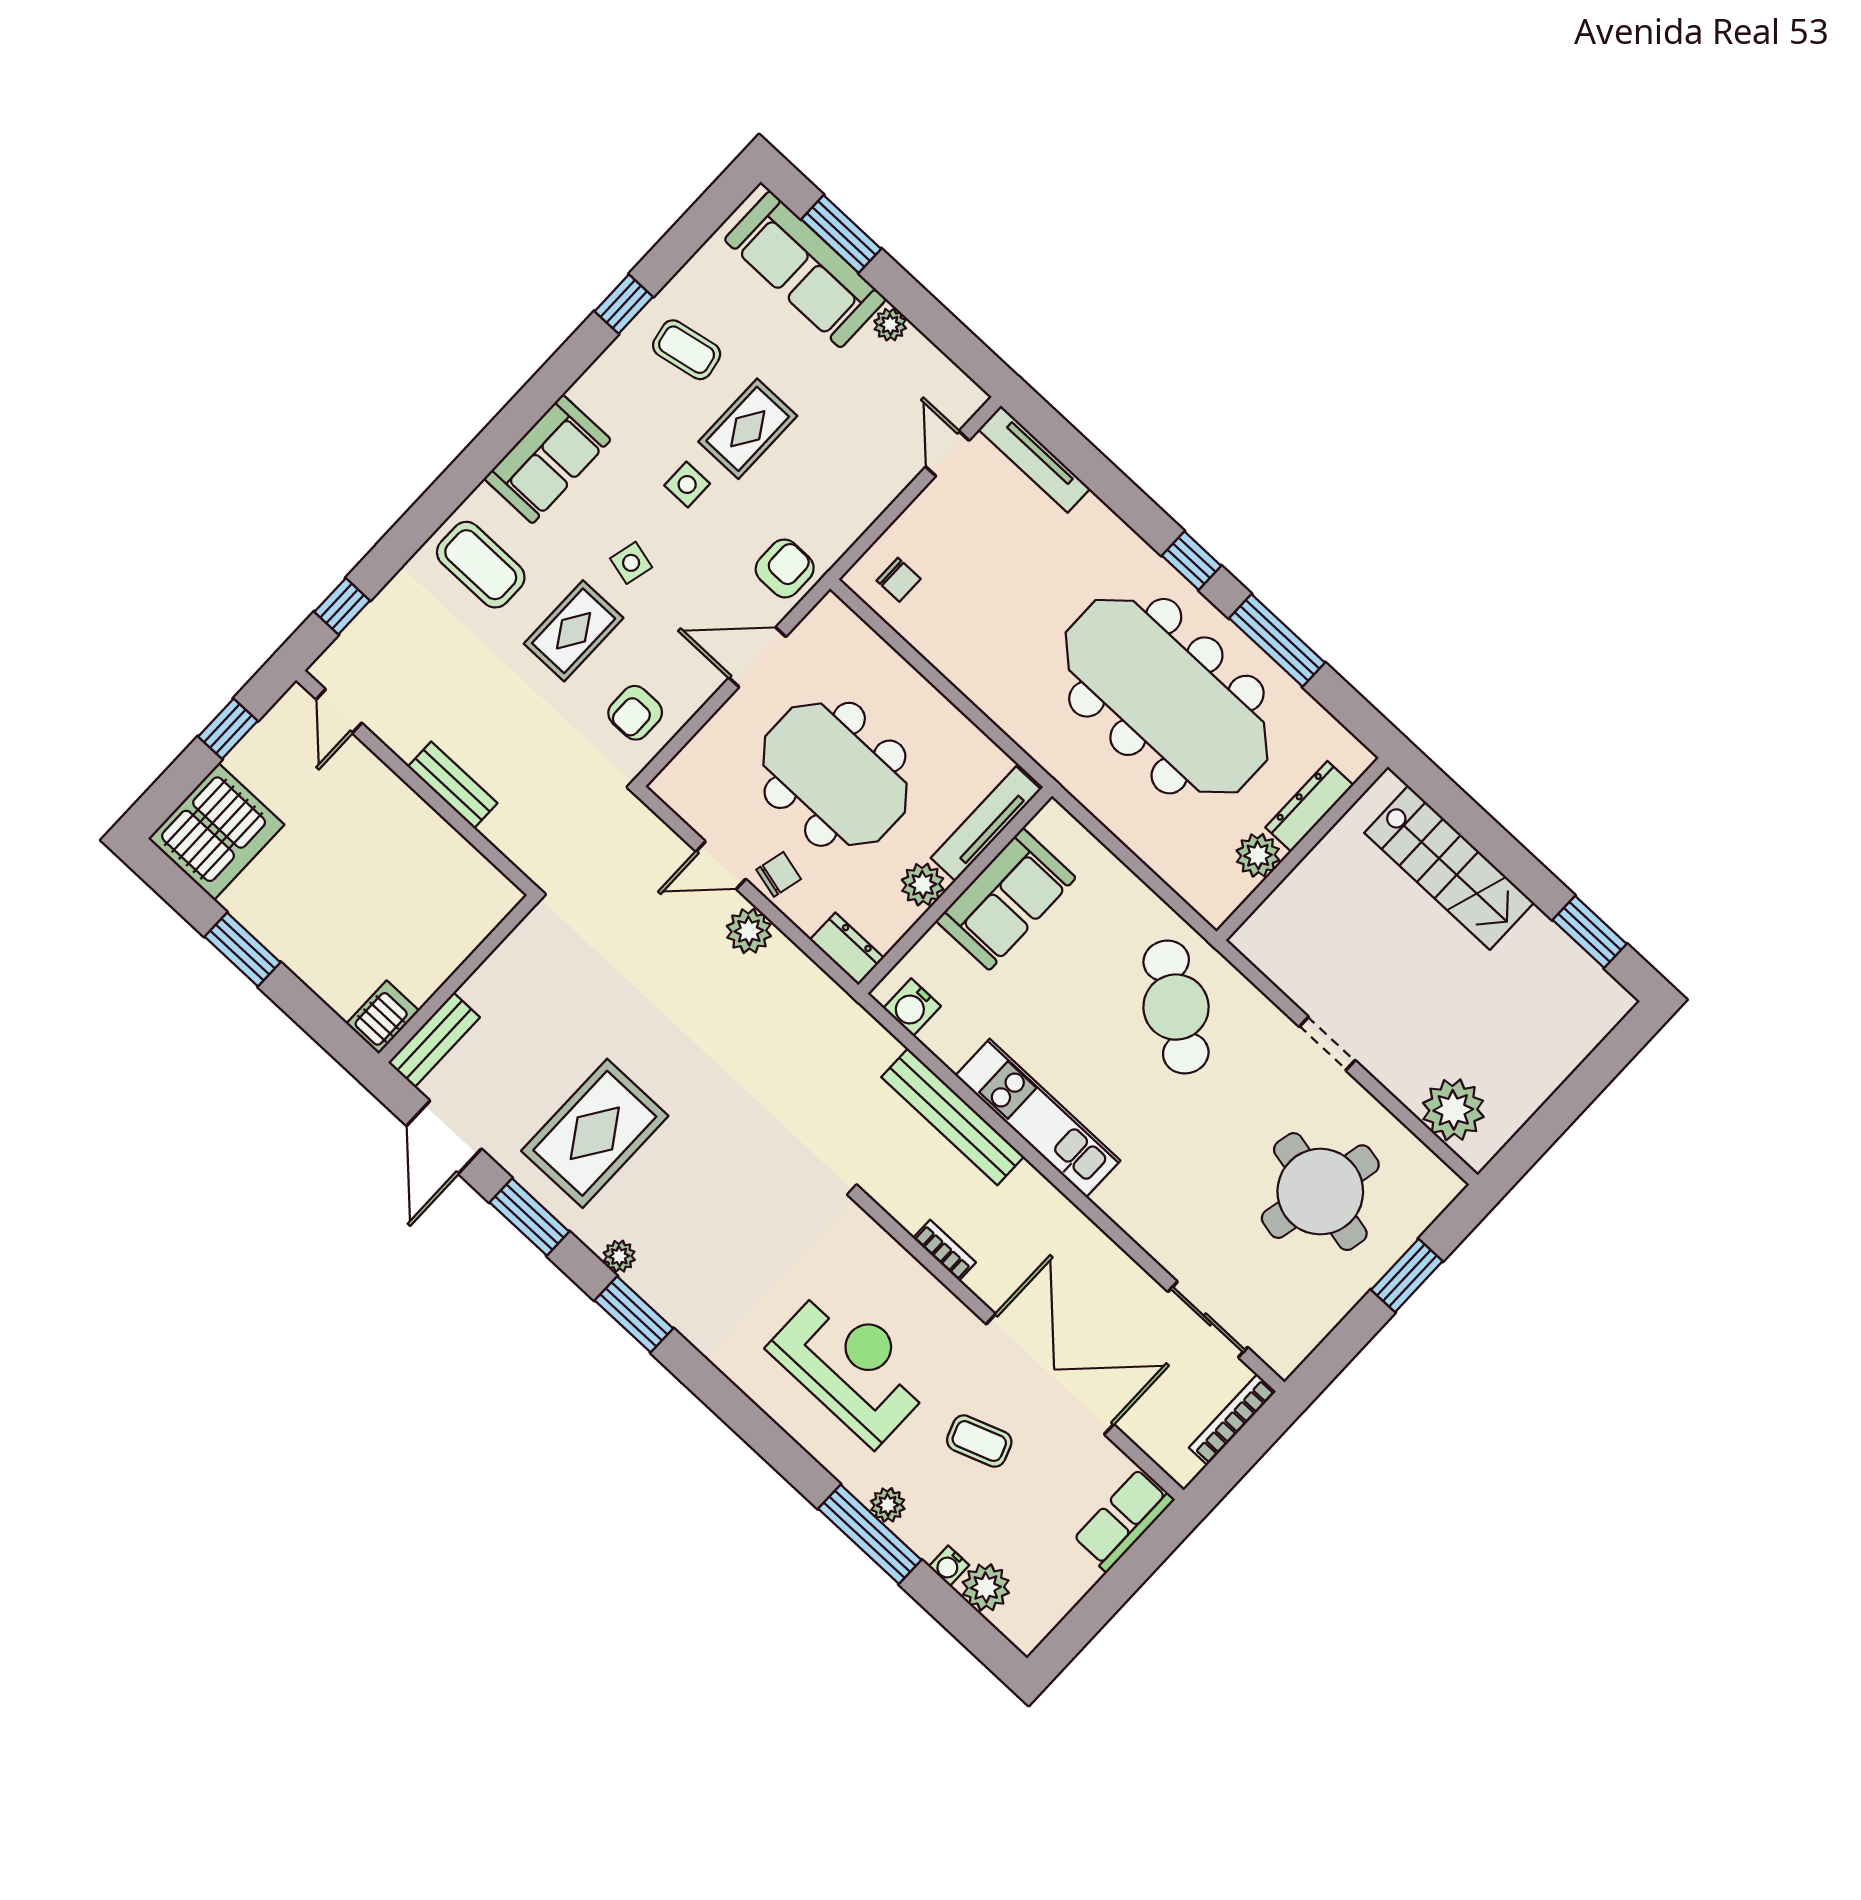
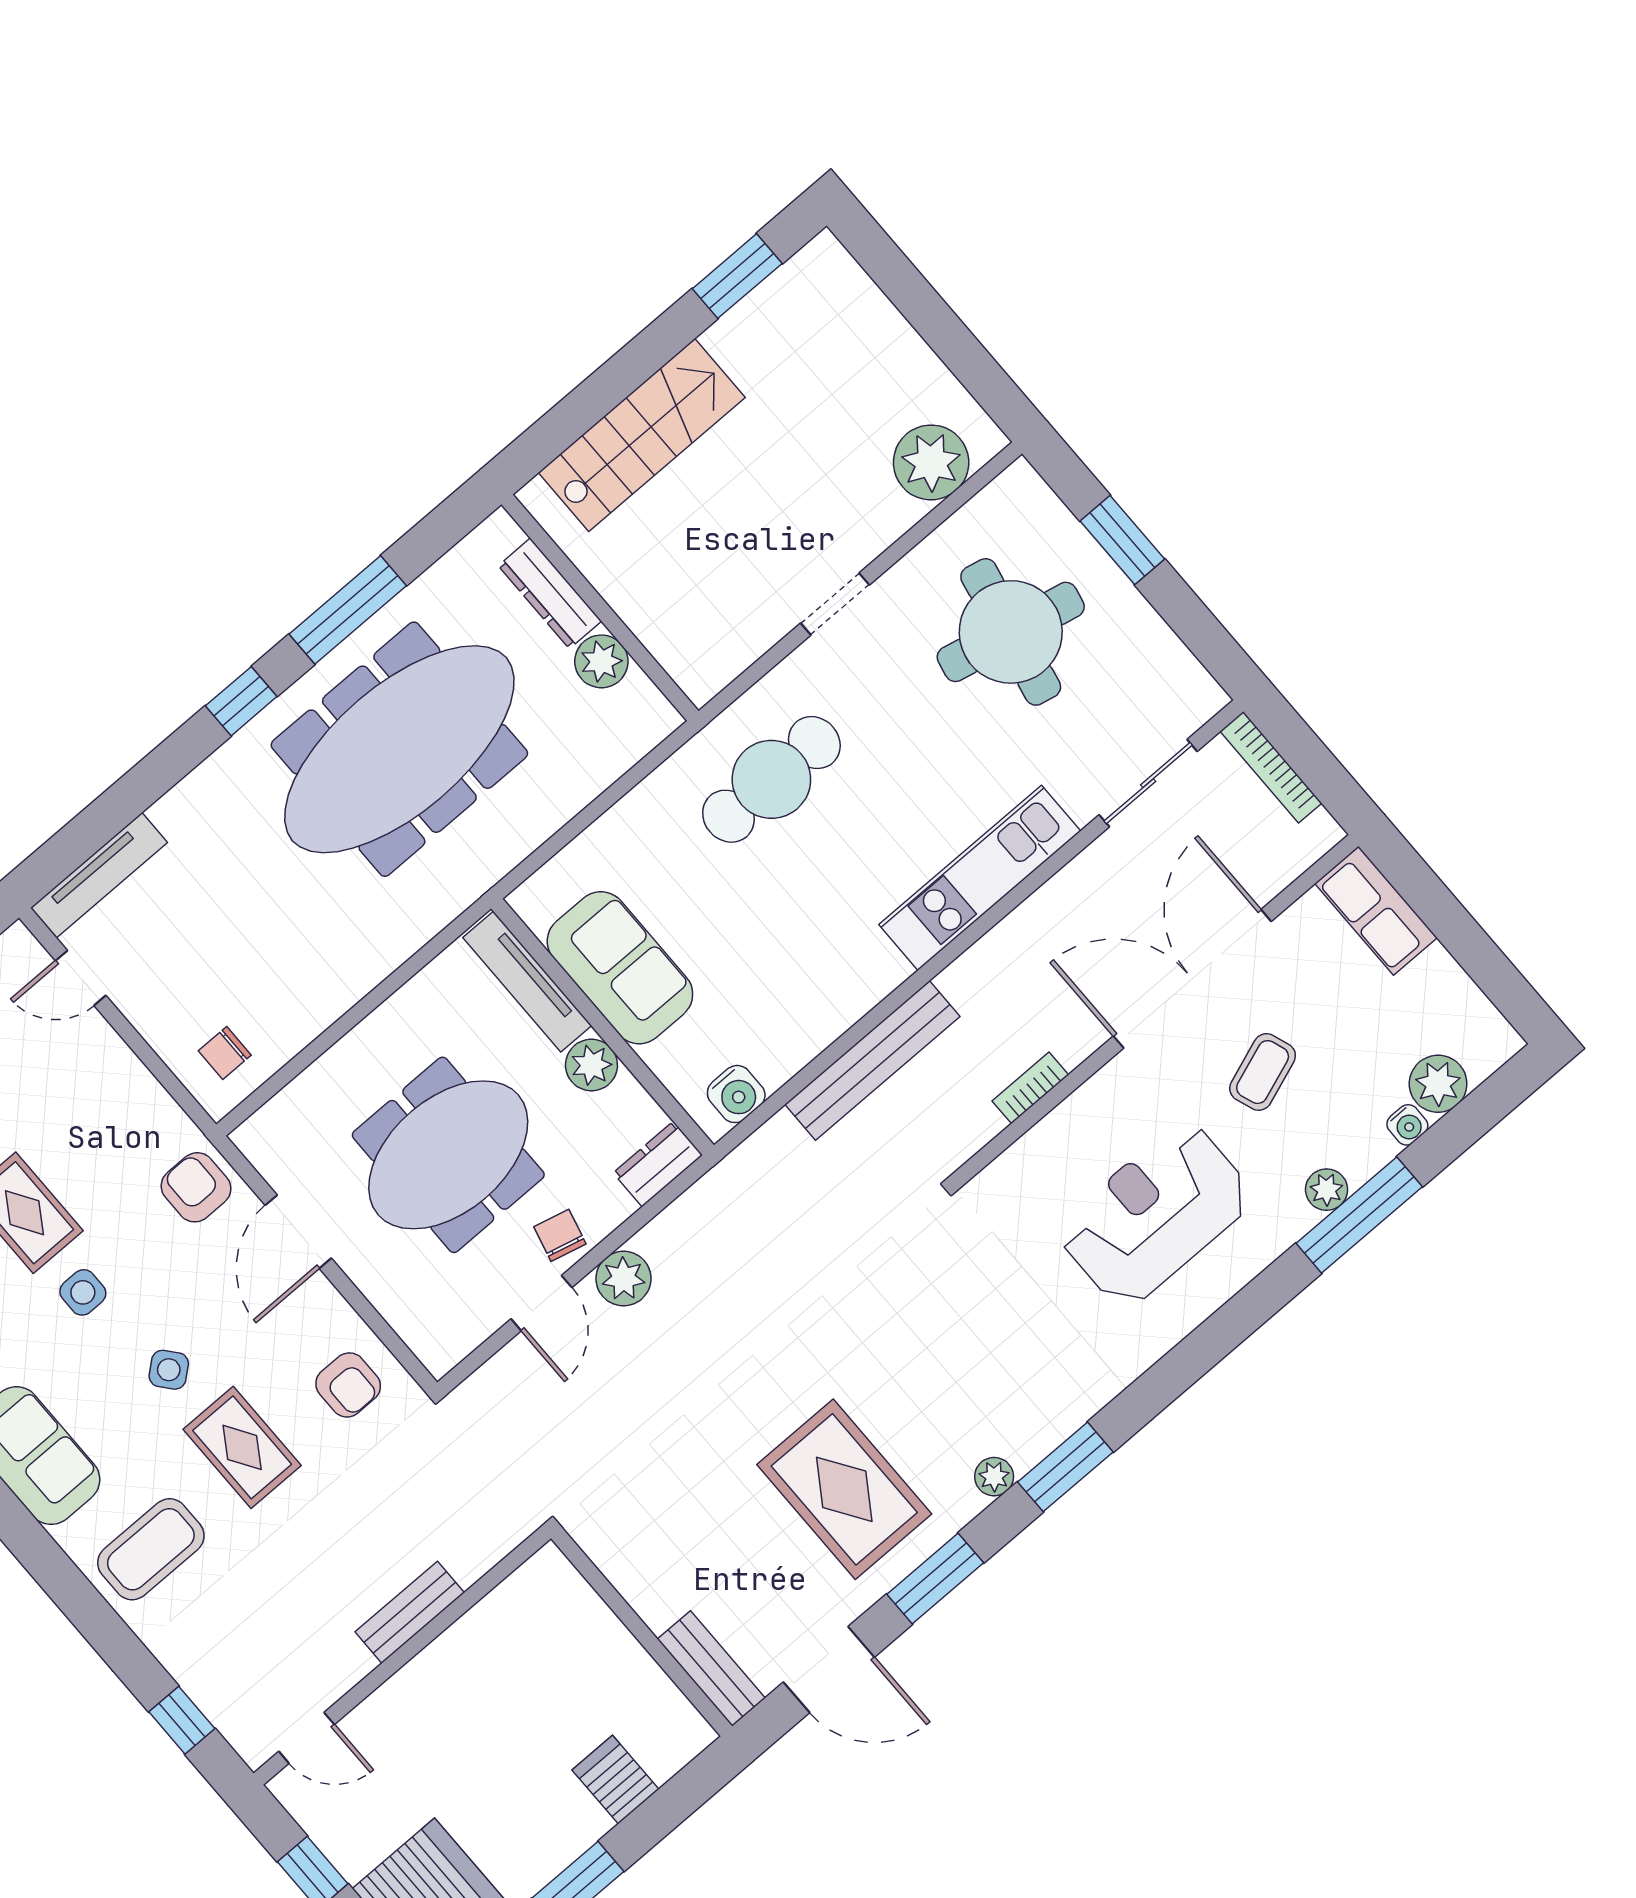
side table: (631, 563) -> (169, 1370), turned 36
chair: (899, 580) -> (225, 1053), turned 180
cafe table: (1176, 1007) -> (771, 779), turned -35
server rack: (383, 1017) -> (615, 1780), moved
kitchen unit: (1038, 1118) -> (980, 878), moved

